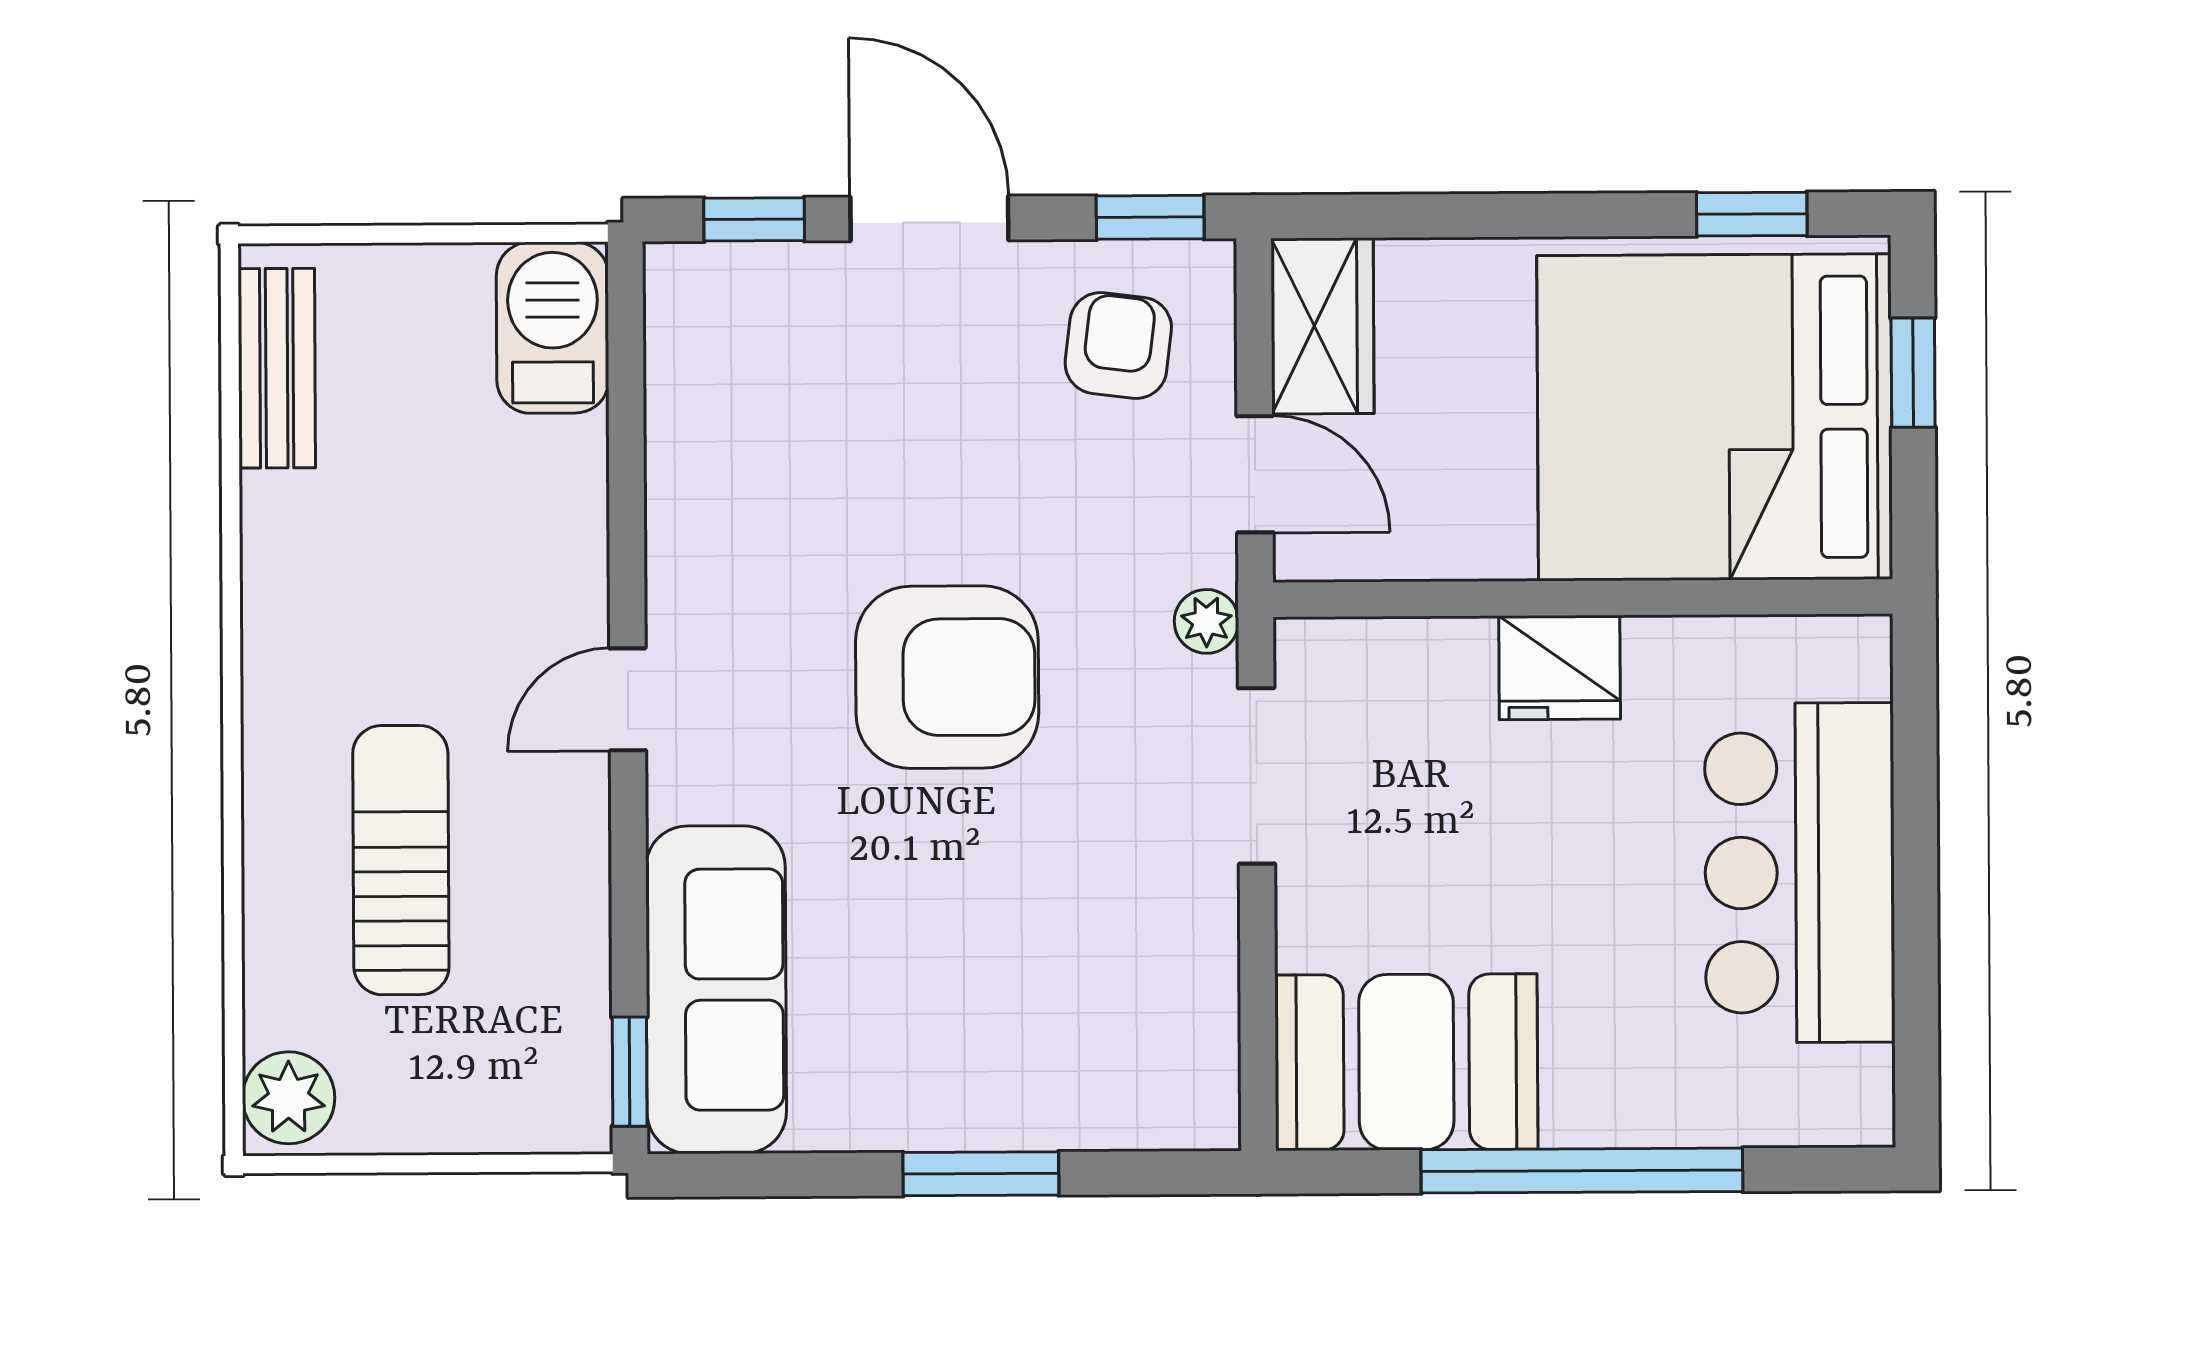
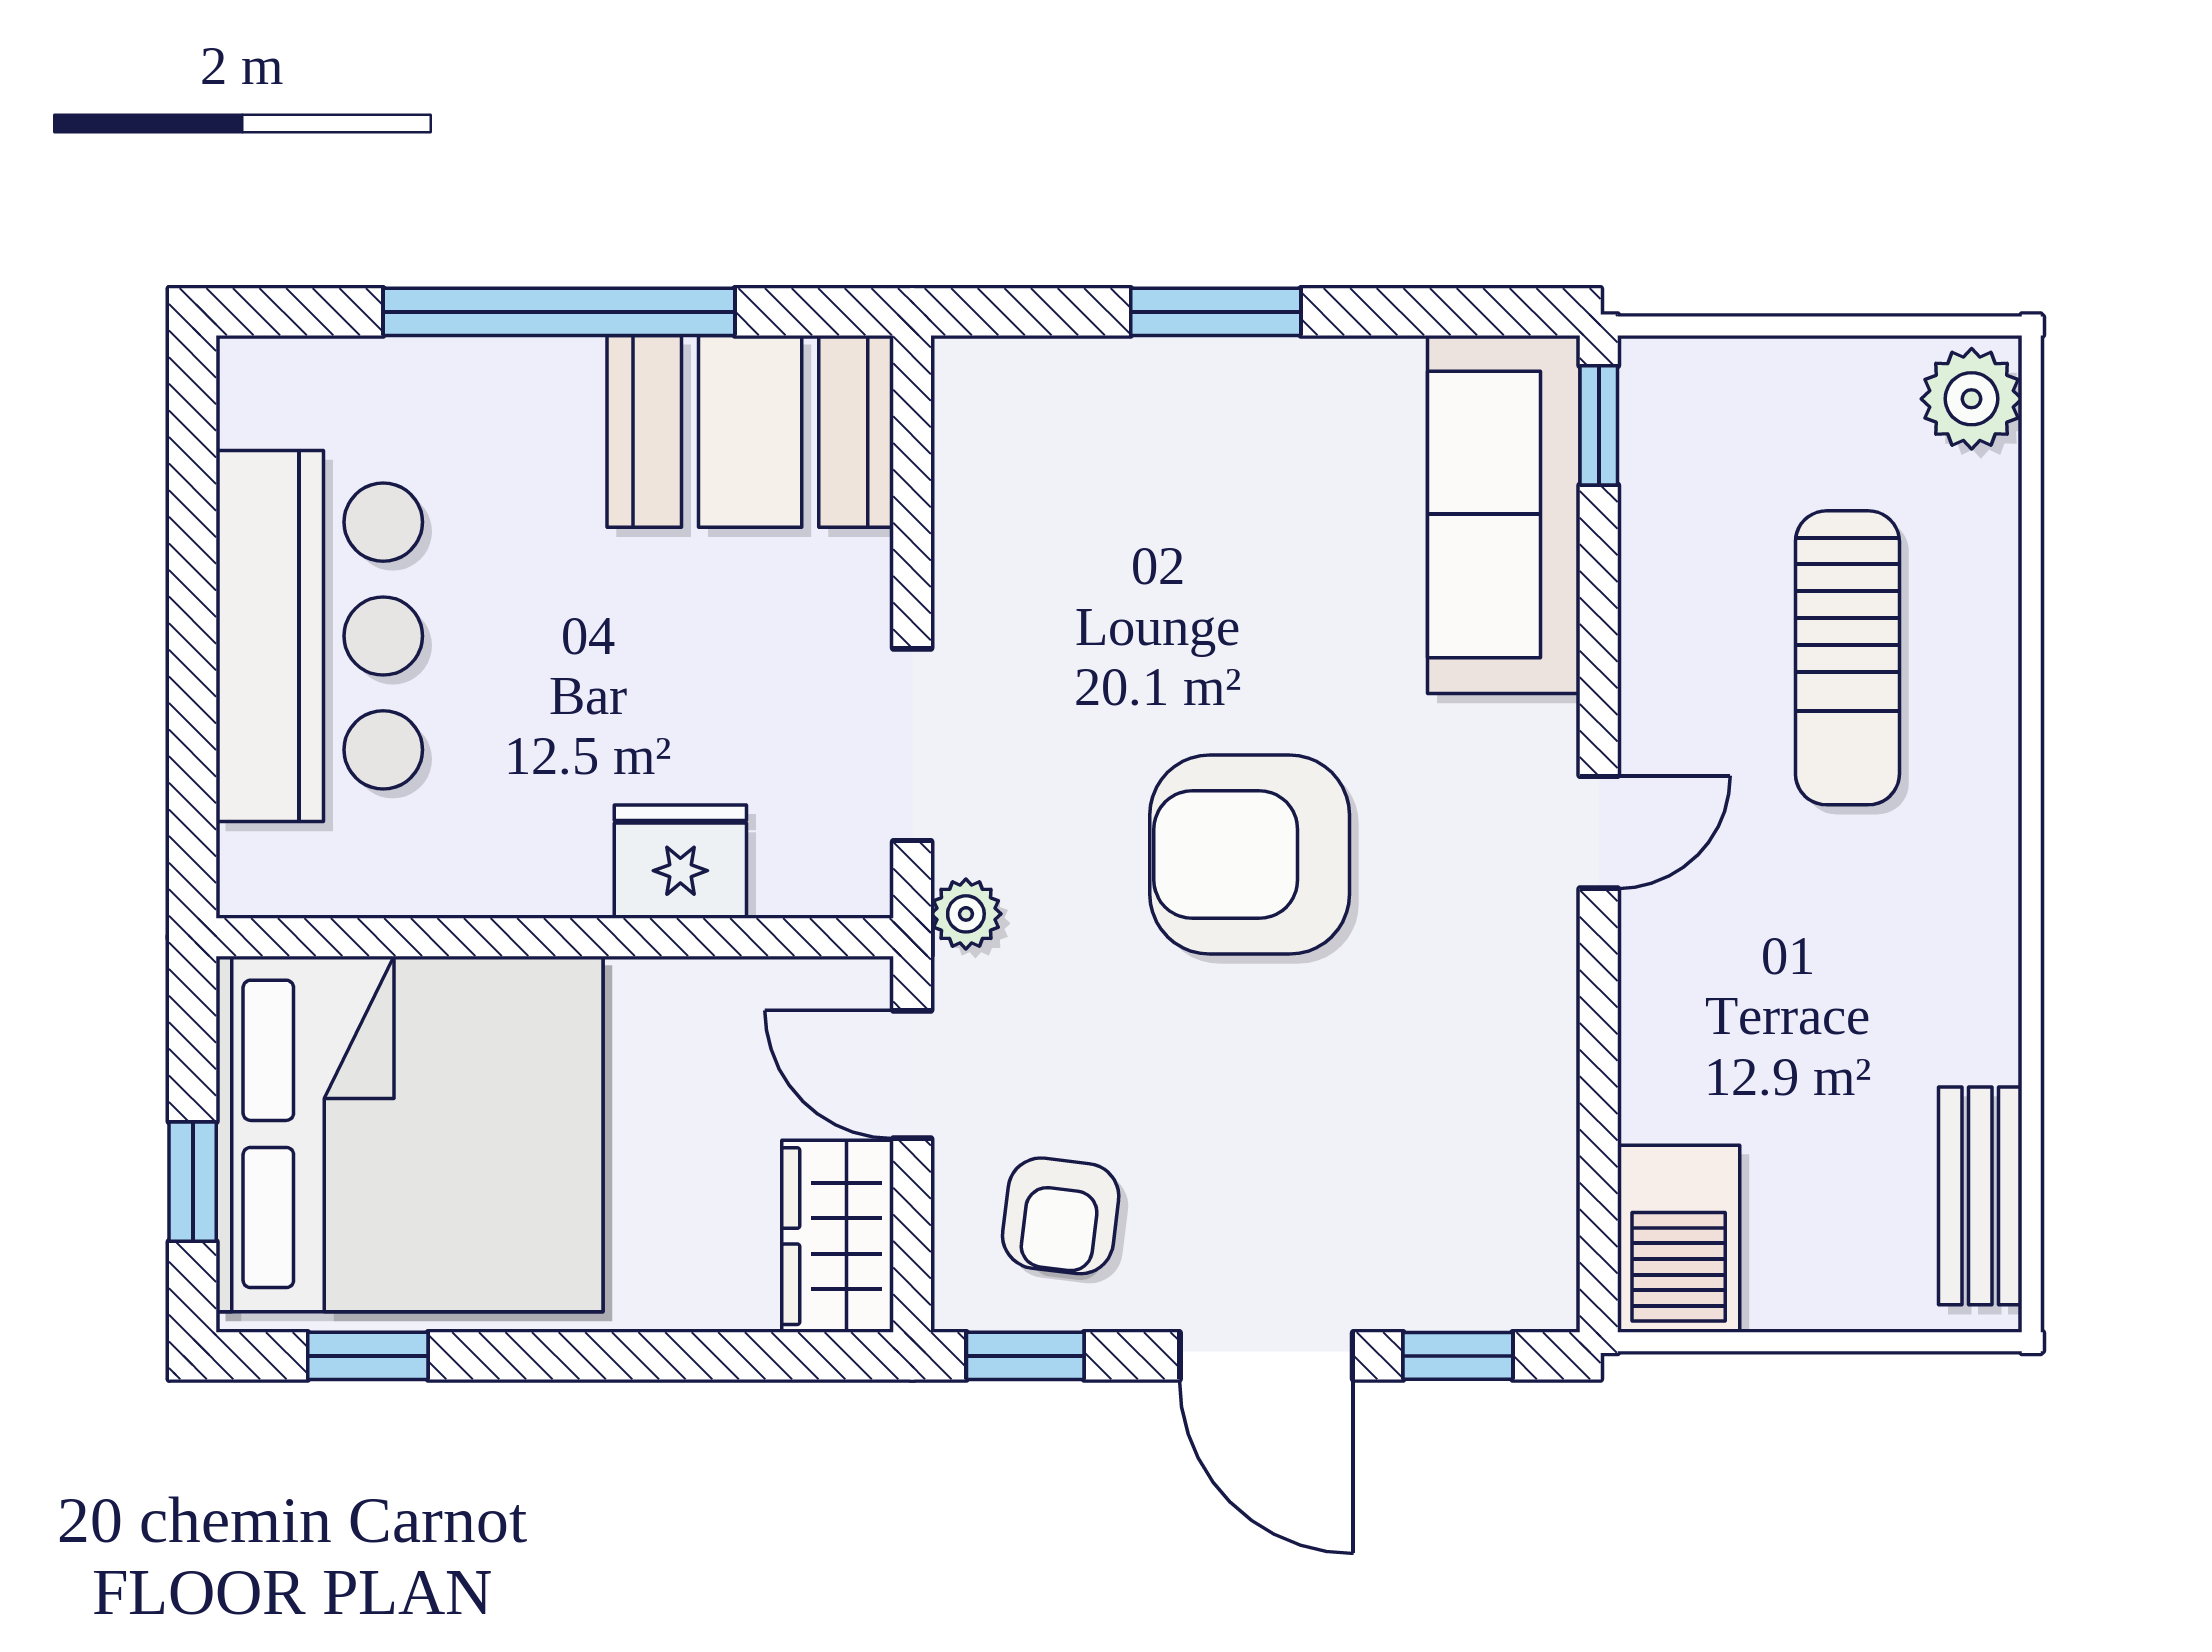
fridge: (1560, 667) -> (680, 862), moved

